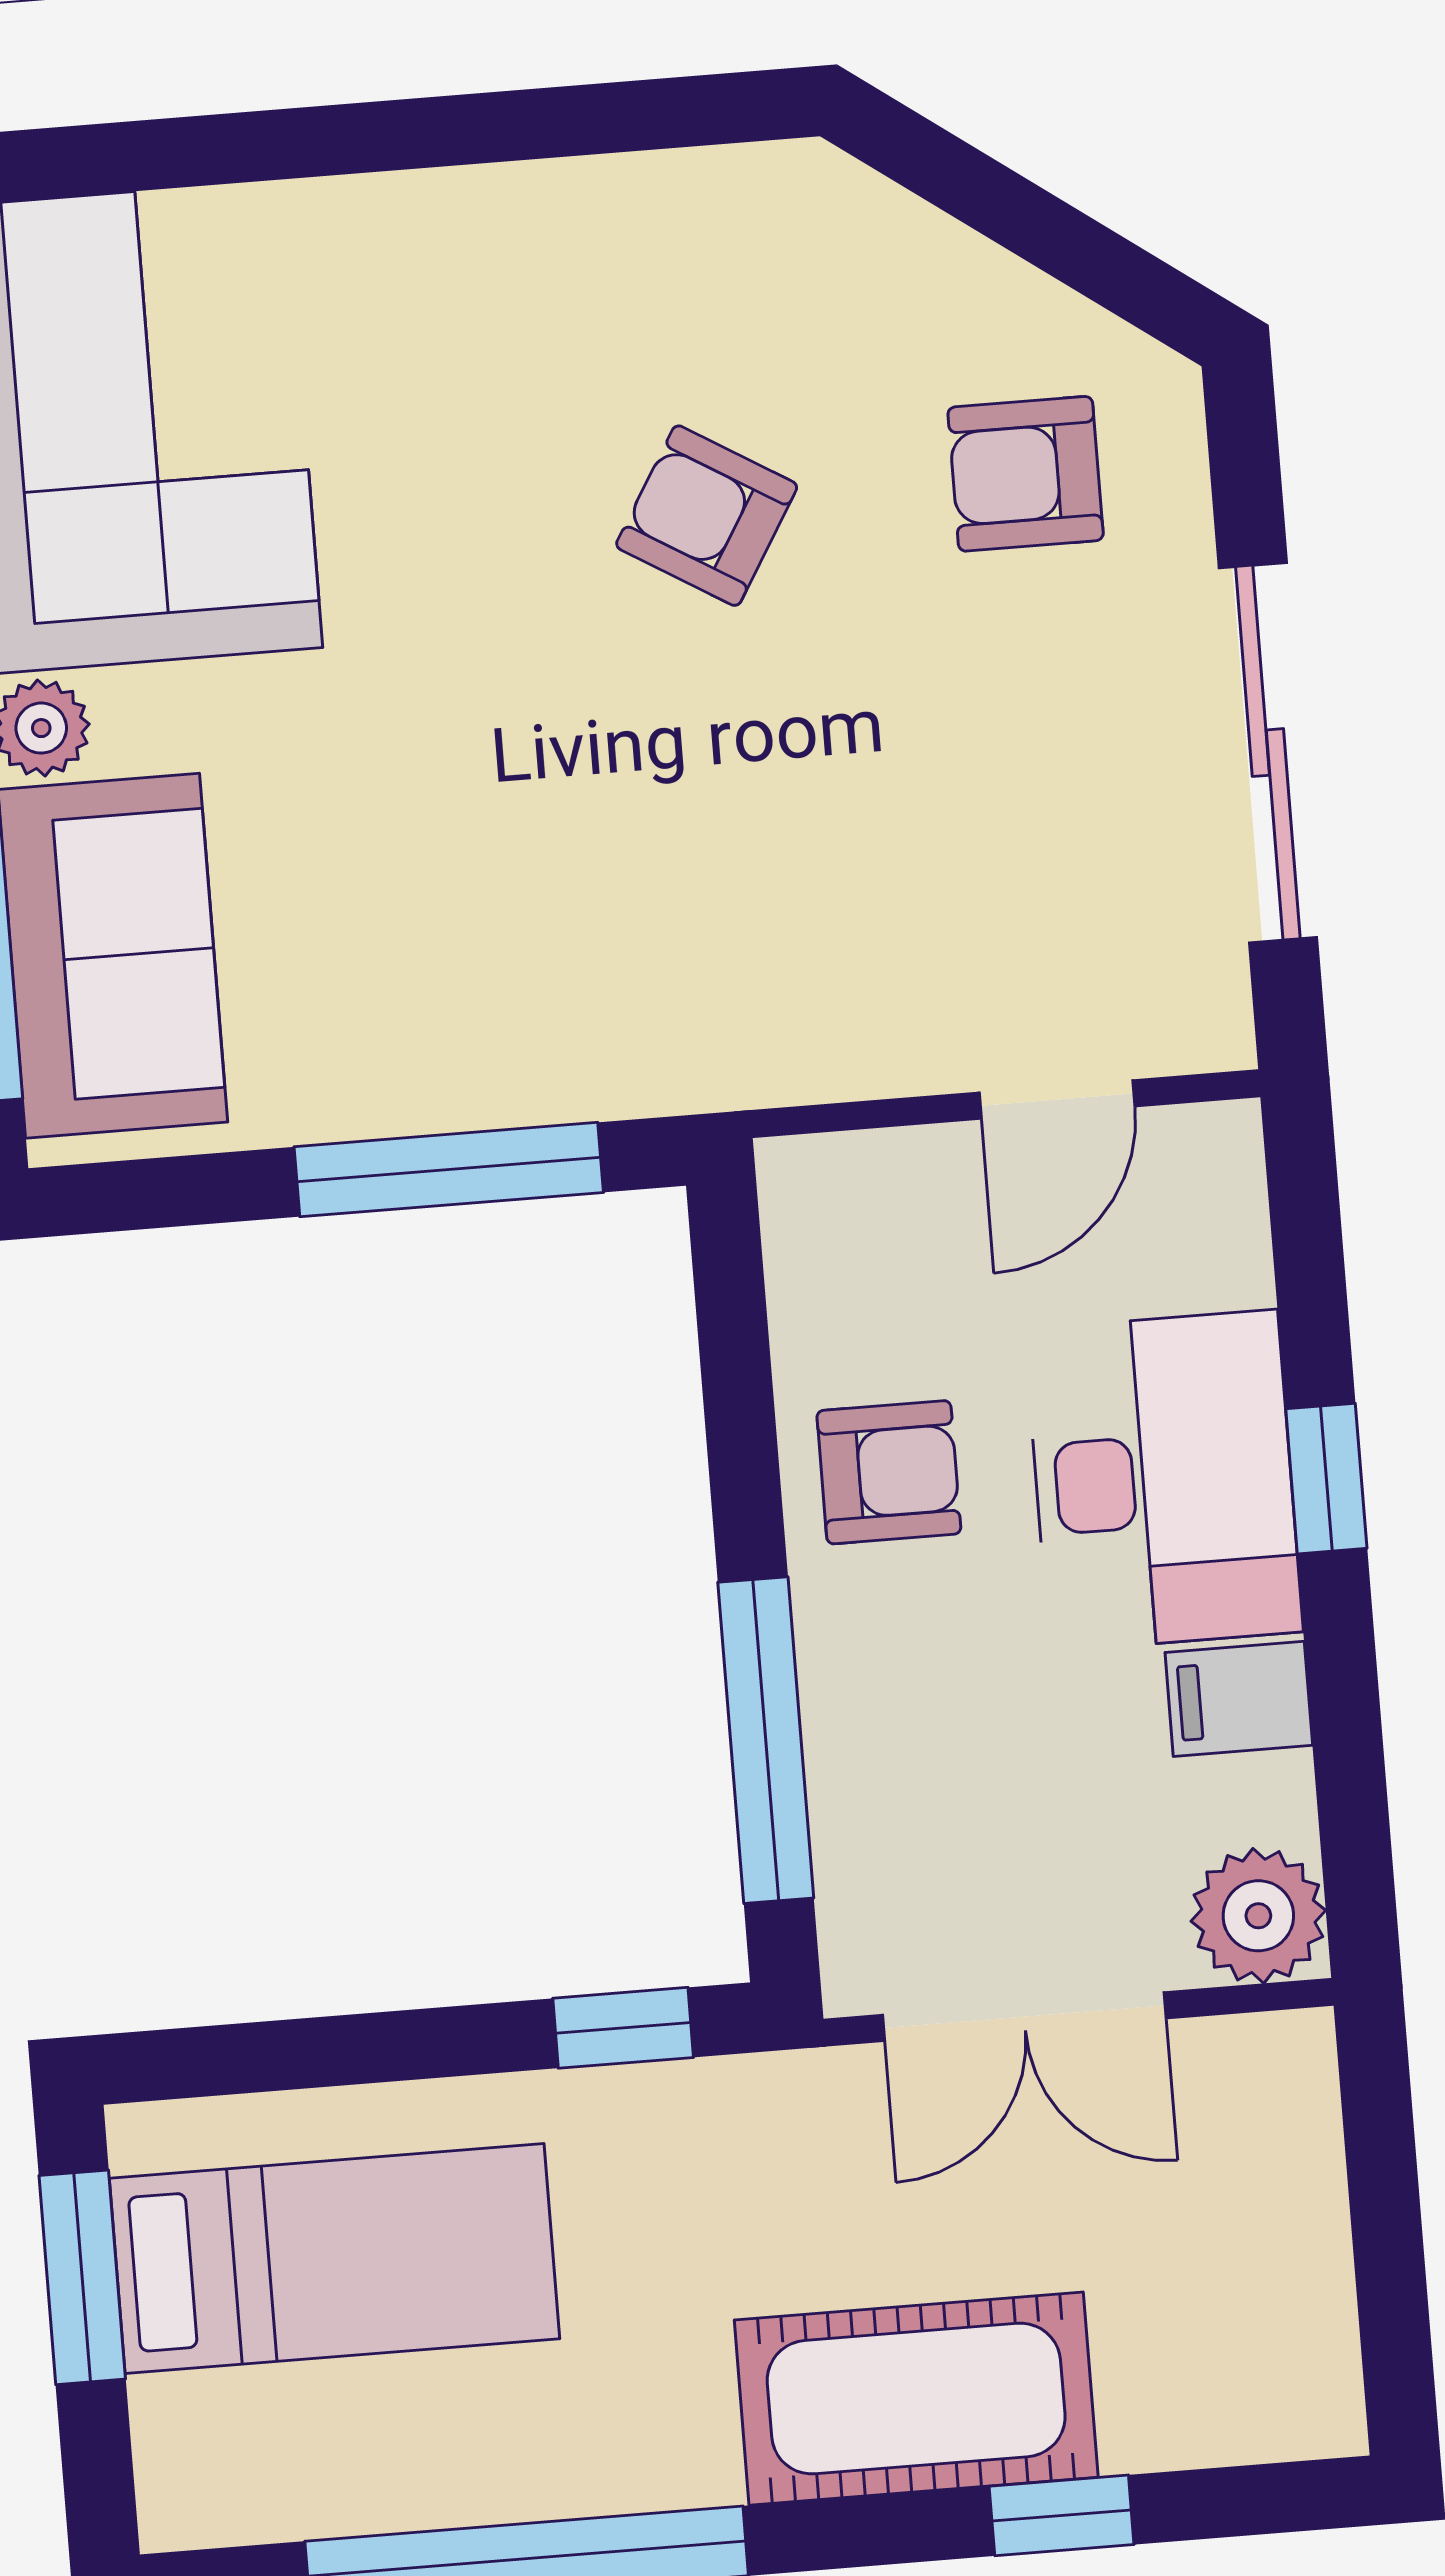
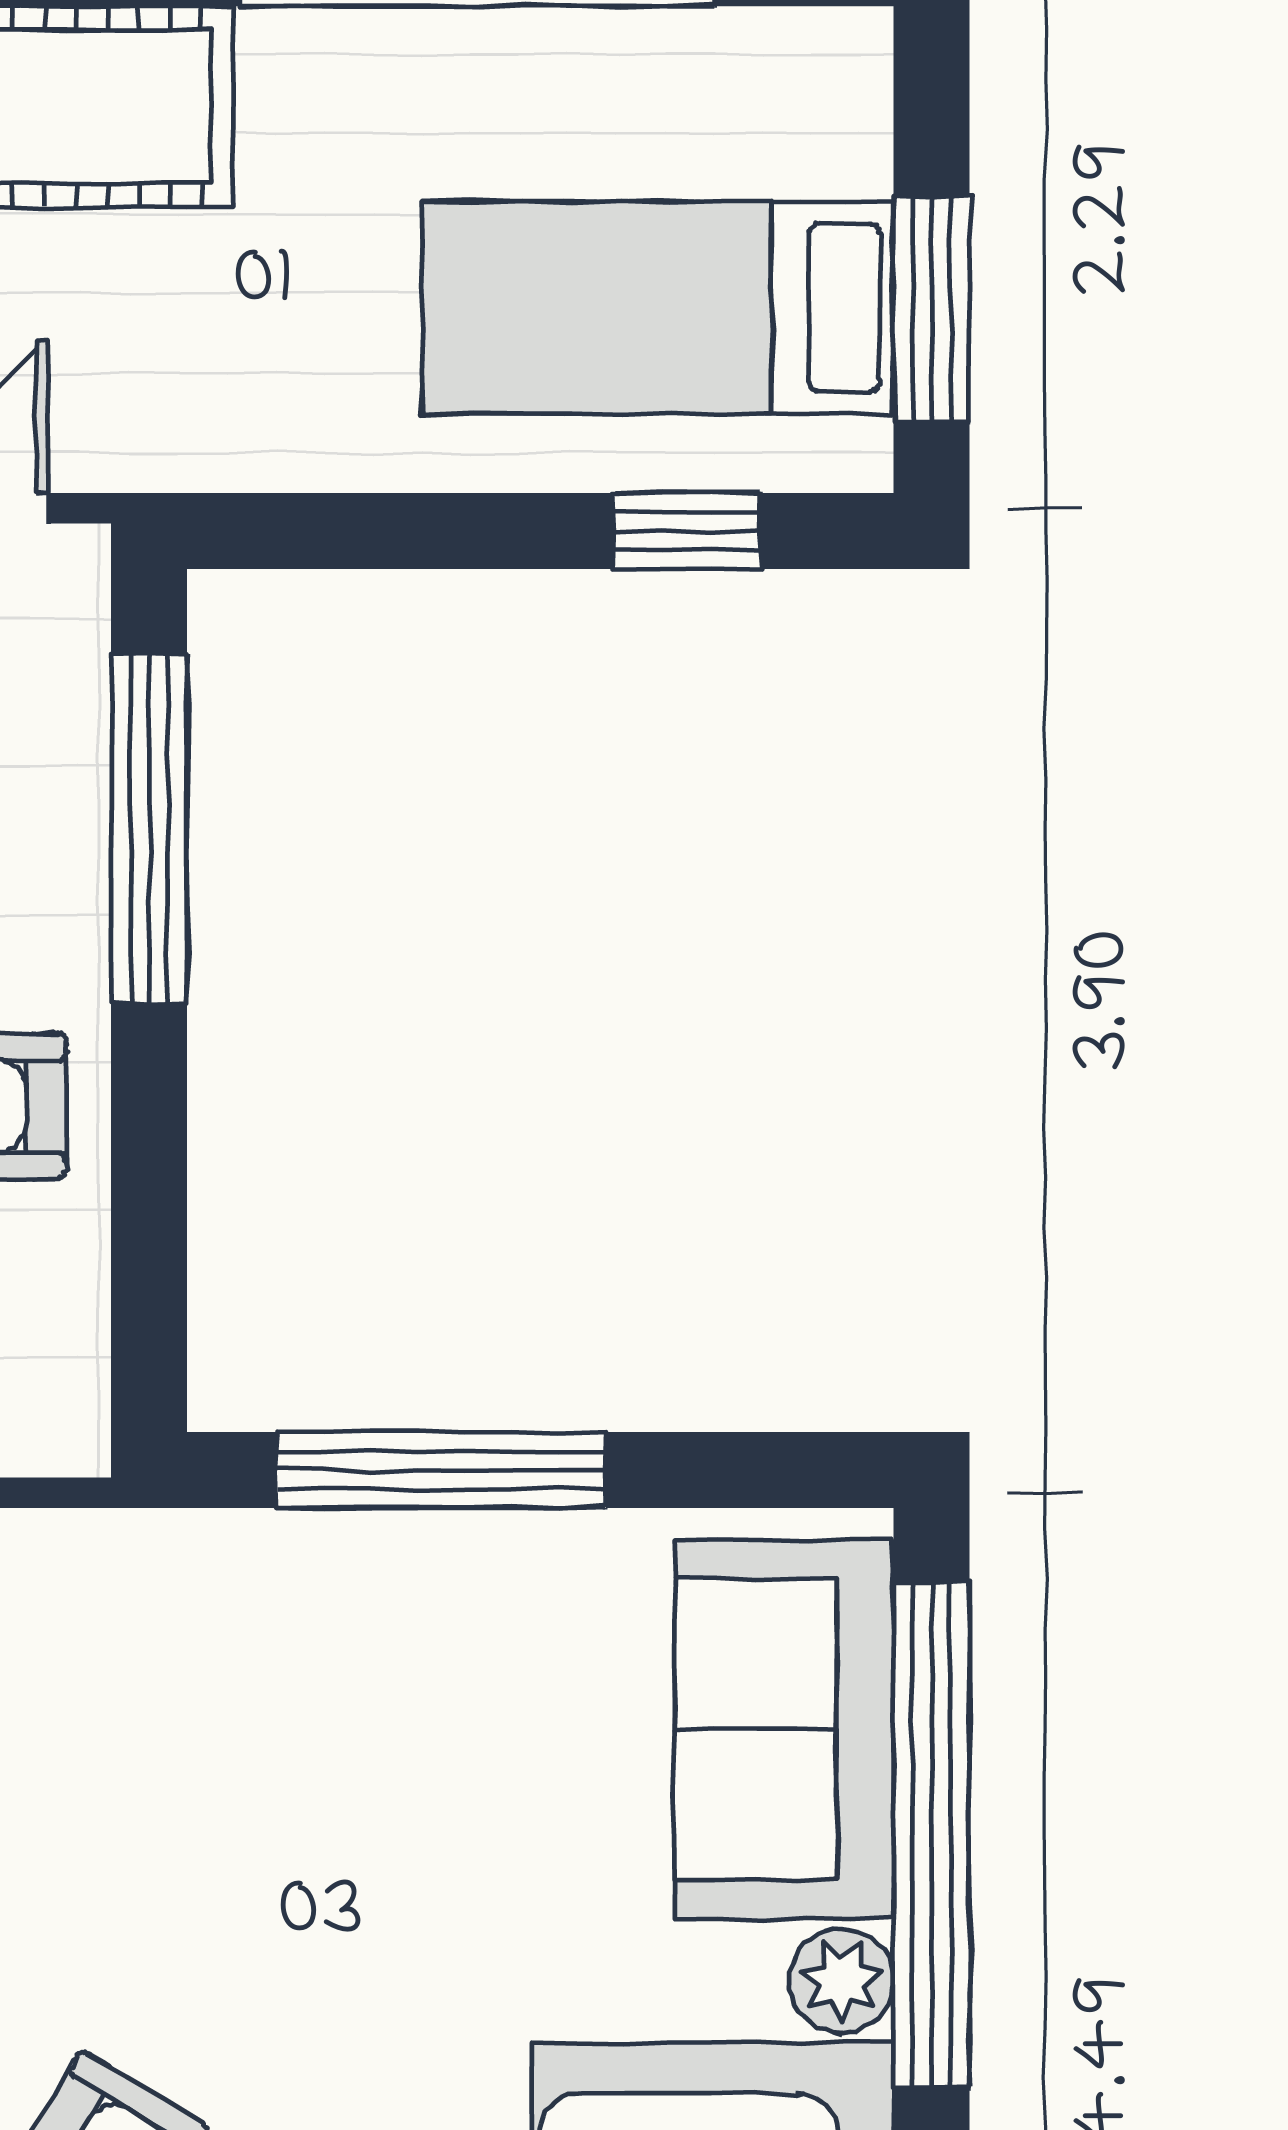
window: (623, 2028) -> (687, 531), moved

